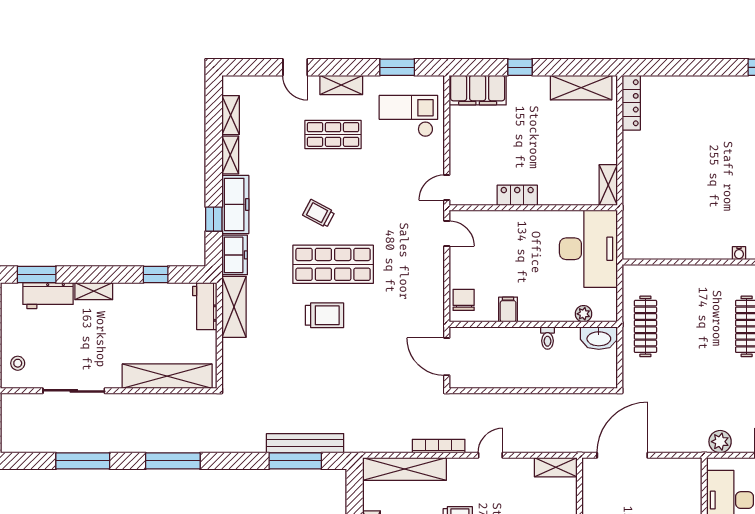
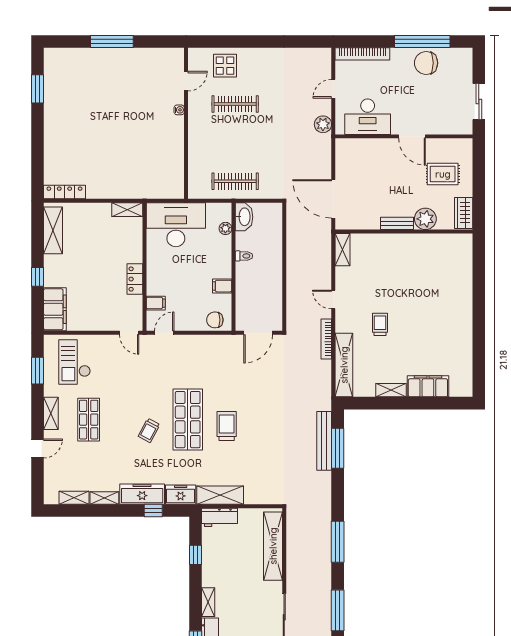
filing cabinet: (486, 222) -> (156, 303), added

